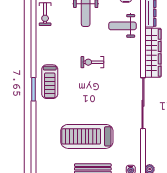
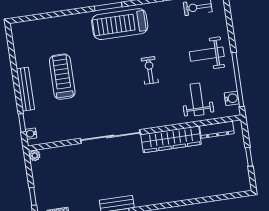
treadmill: (50, 82) -> (120, 24), width x1.37, depth x1.38
treadmill: (87, 136) -> (62, 77), width x0.73, depth x0.73

